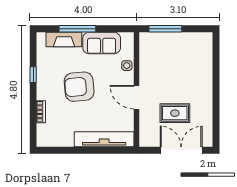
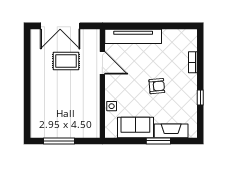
window: (77, 29) -> (158, 141), width x0.69
window: (165, 29) -> (59, 141), moved
armchair: (79, 87) -> (157, 86), width x0.53, depth x0.53
door: (137, 97) -> (102, 63), moved

